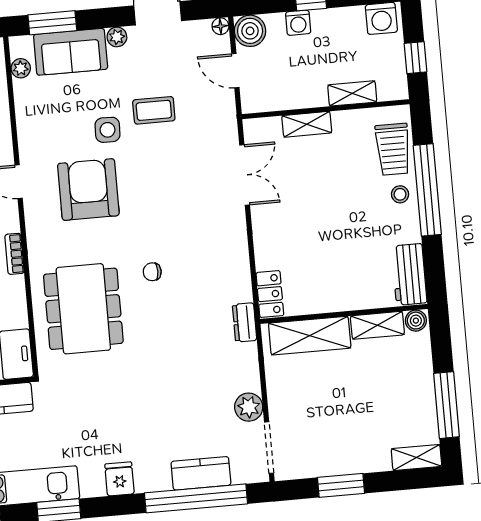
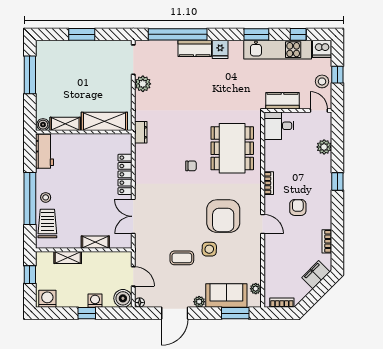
locker: (270, 294) -> (125, 174), moved, width x1.53
shelving: (416, 458) -> (50, 46), removed
kitchen counter: (201, 473) -> (195, 48), moved
window: (341, 485) -> (82, 34), moved

